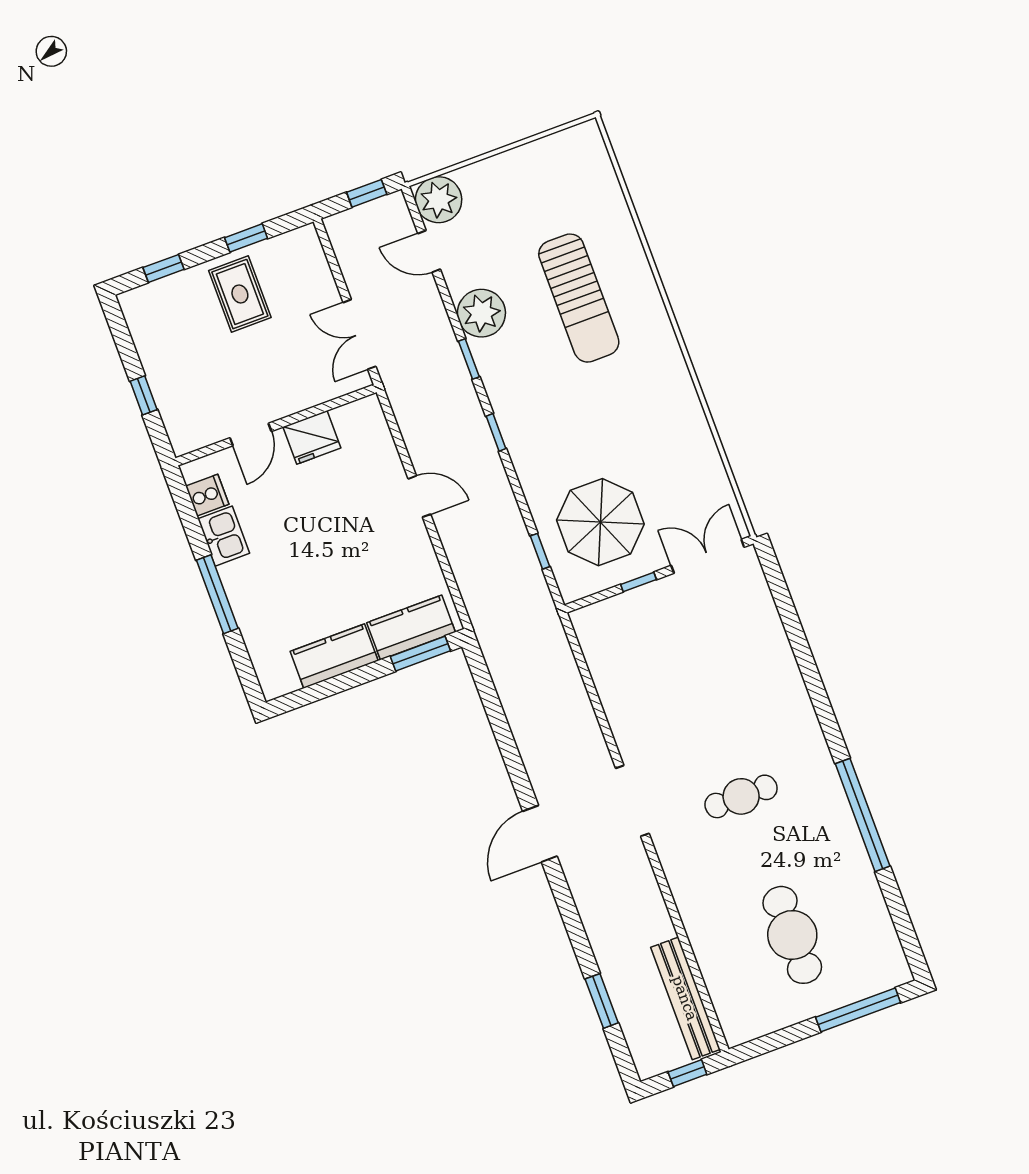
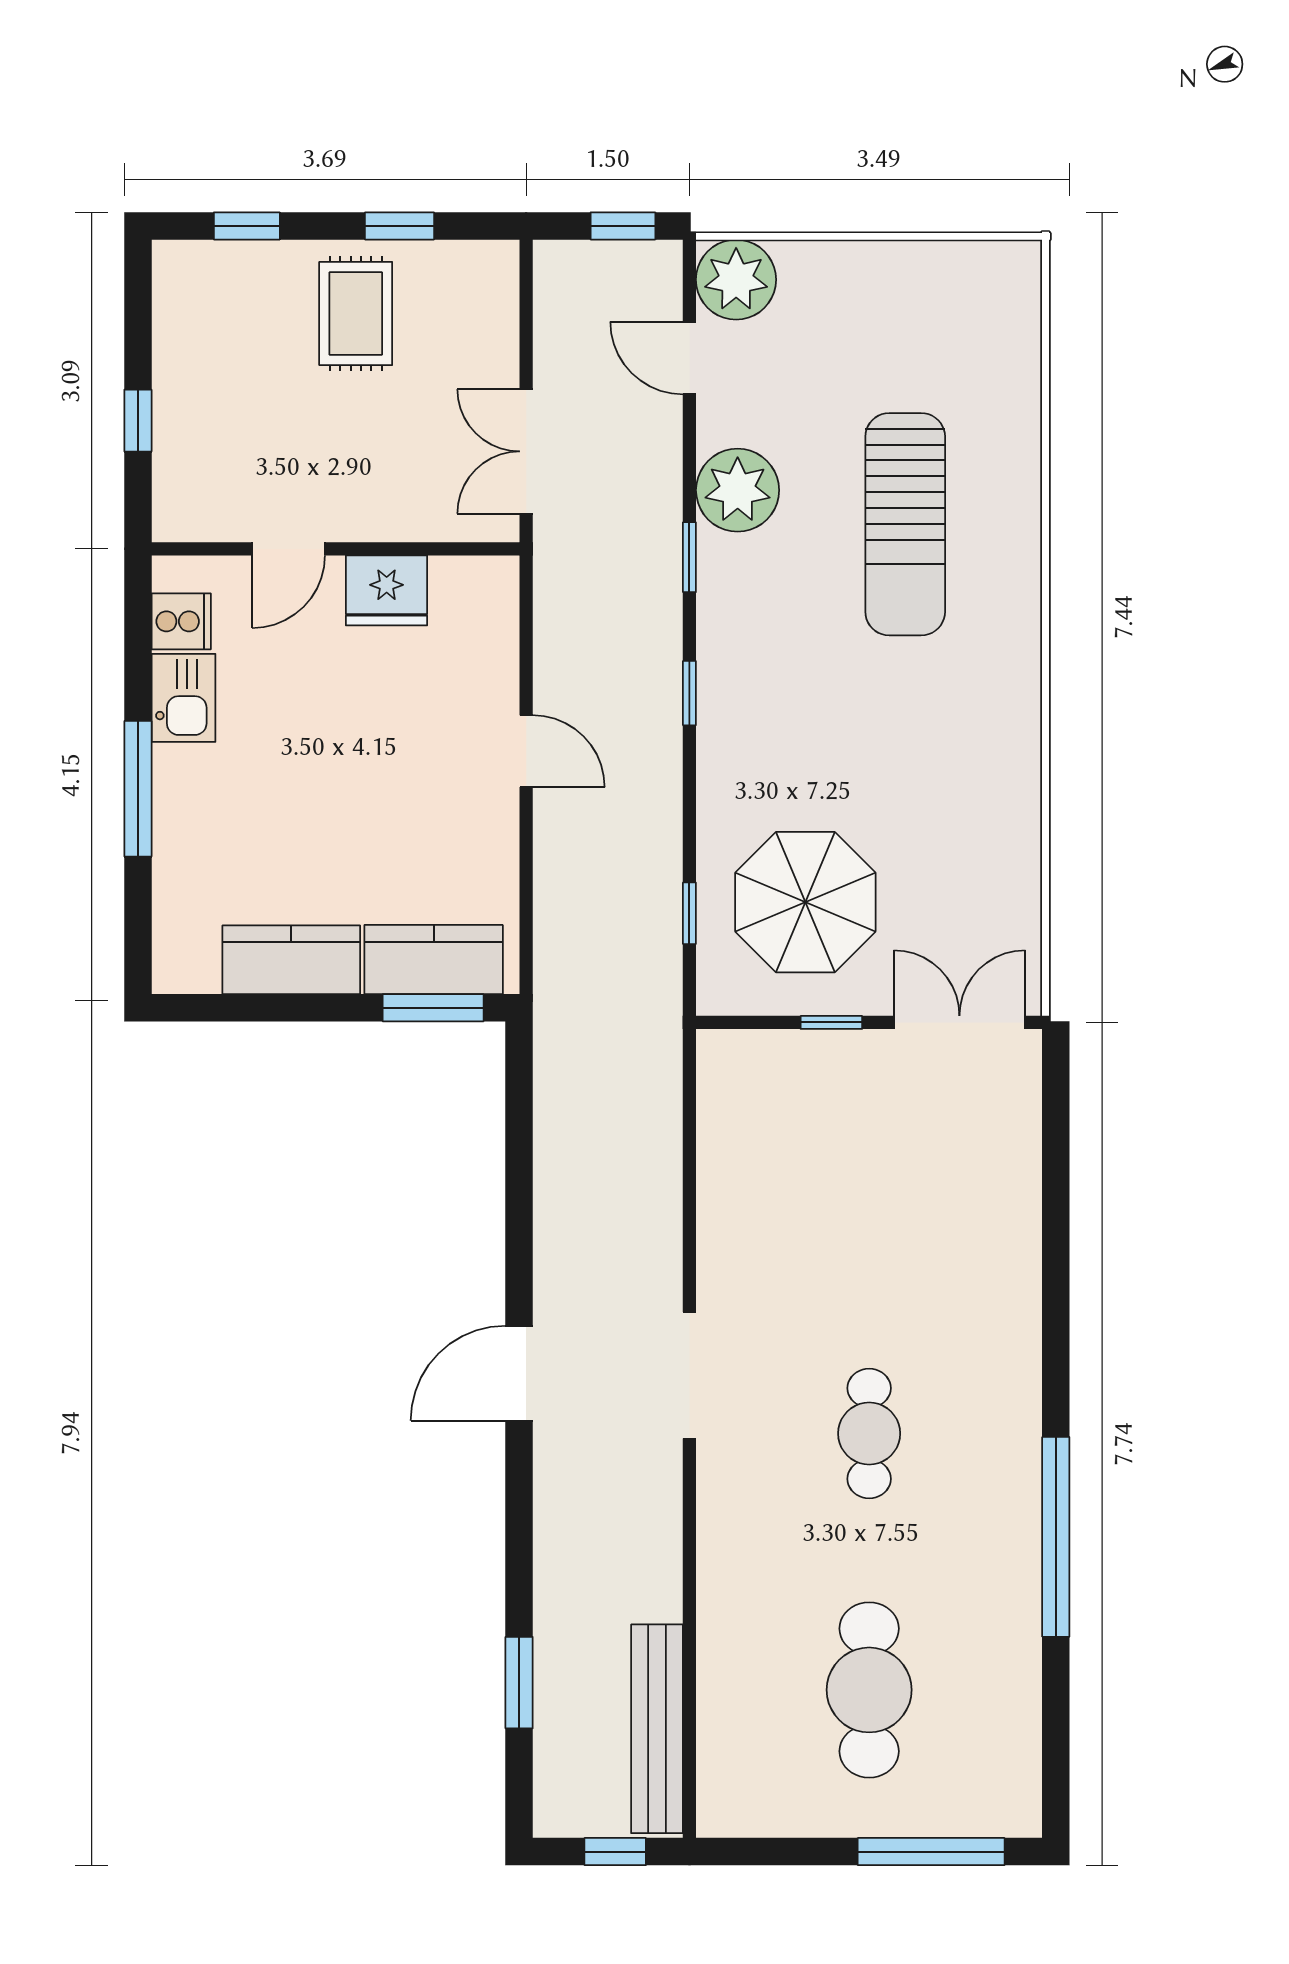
cafe table: (741, 796) -> (869, 1433), turned 90

